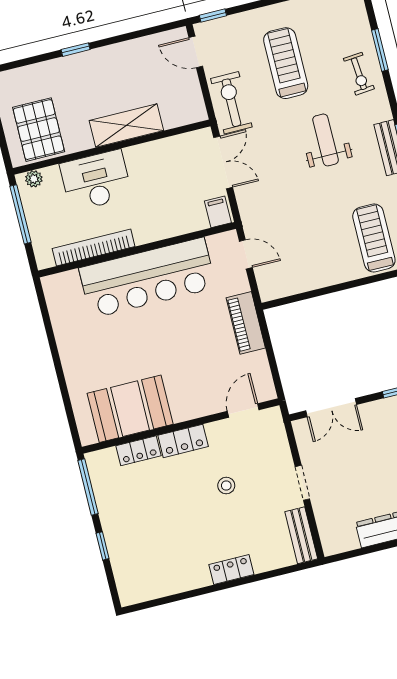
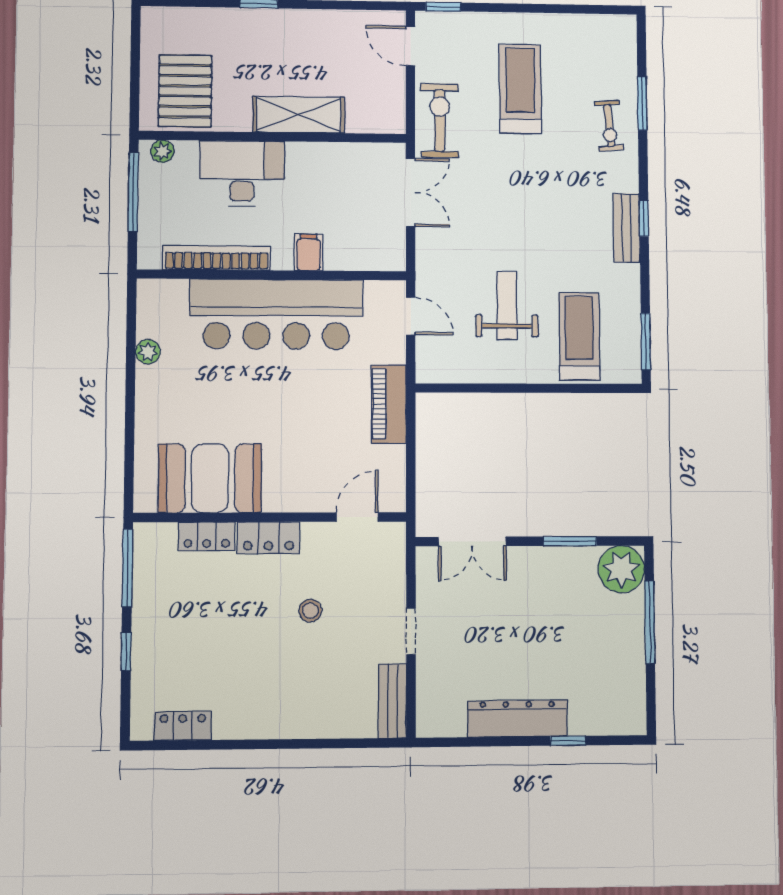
weight bench: (326, 140) -> (507, 305), moved
filing cabinet: (218, 212) -> (309, 252), moved
plant: (62, 329) -> (148, 352), added
locker: (231, 570) -> (183, 726), moved

